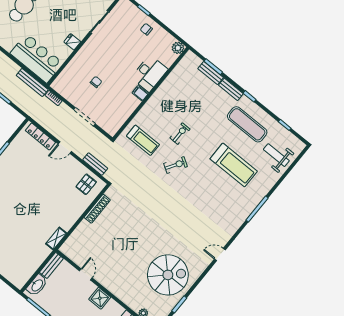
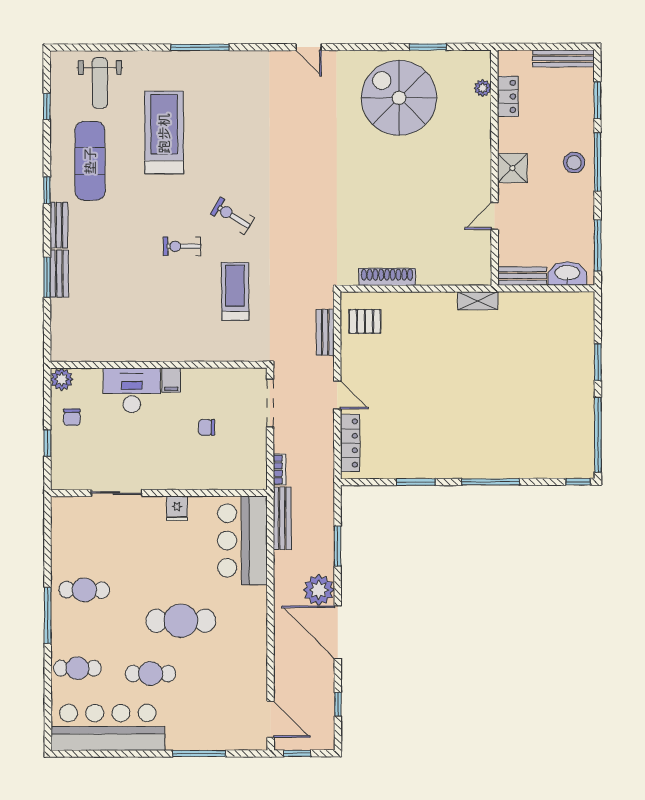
plant: (178, 48) -> (62, 379), moved
desk: (149, 73) -> (132, 390), moved
filing cabinet: (140, 93) -> (171, 380), moved
wall: (151, 93) -> (159, 365), moved

